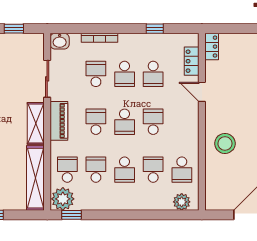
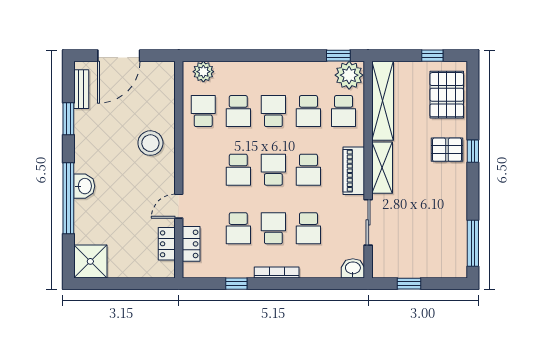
bookcase: (100, 38) -> (277, 272), moved
locker: (212, 47) -> (167, 244), moved
school desk: (153, 74) -> (238, 228), turned 180
door: (202, 92) -> (179, 206), swing flipped

